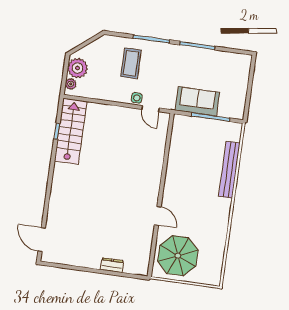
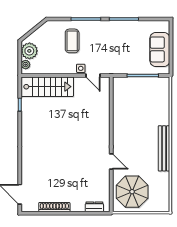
sofa: (197, 101) -> (160, 49), moved, turned -90
stairs: (71, 131) -> (47, 87), moved, turned 90
bench: (229, 170) -> (164, 148), moved
shoe rack: (81, 261) -> (54, 207), added
dresser: (112, 265) -> (94, 207), moved

